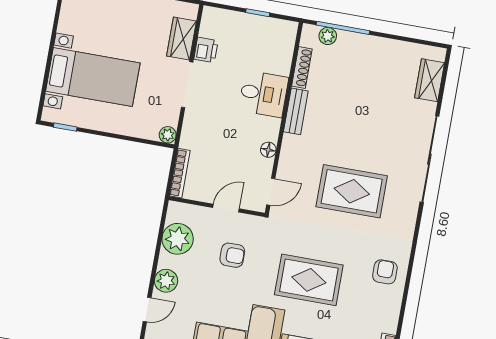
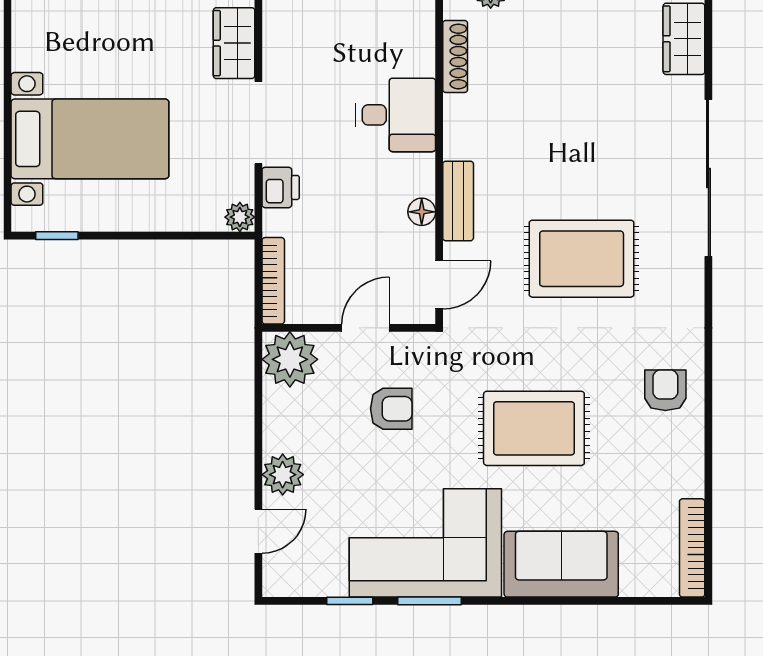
printer: (206, 50) -> (281, 187), moved
bench: (296, 111) -> (458, 201), moved
plant: (178, 239) -> (290, 359), moved

